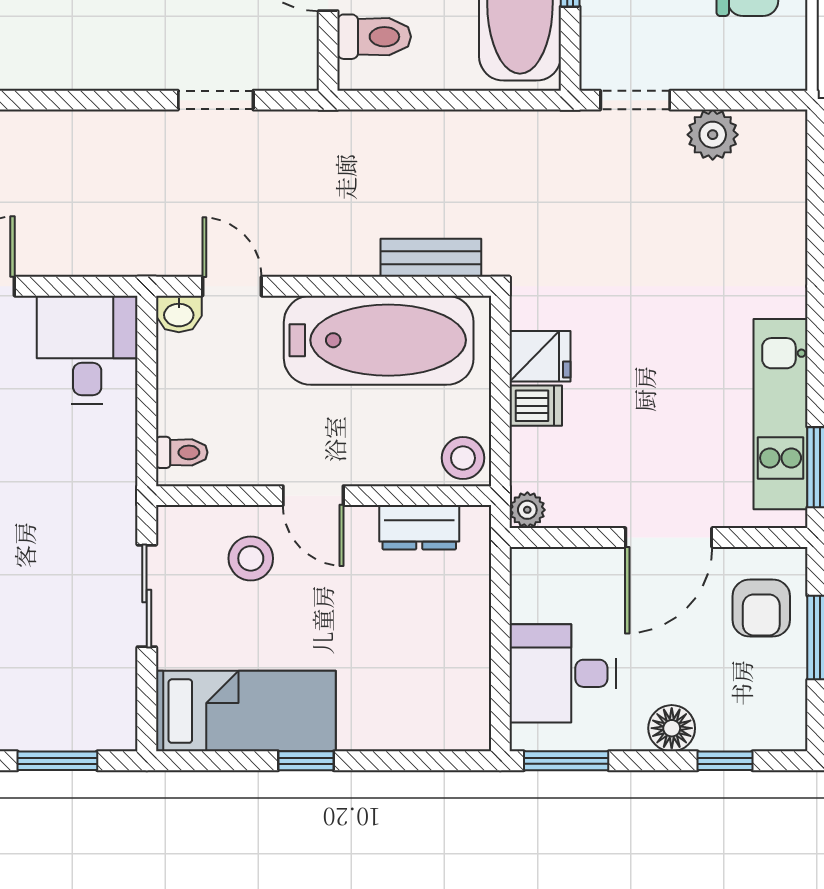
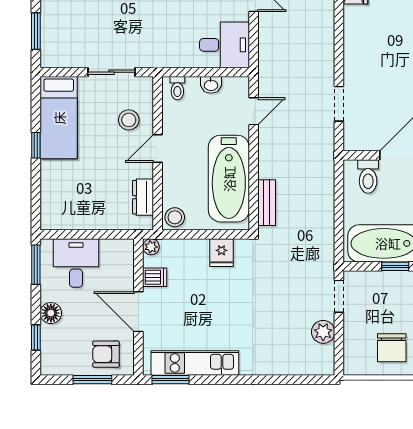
washbasin: (179, 314) -> (211, 85), moved, turned -90
dishwasher: (536, 406) -> (155, 277), moved, turned -90

